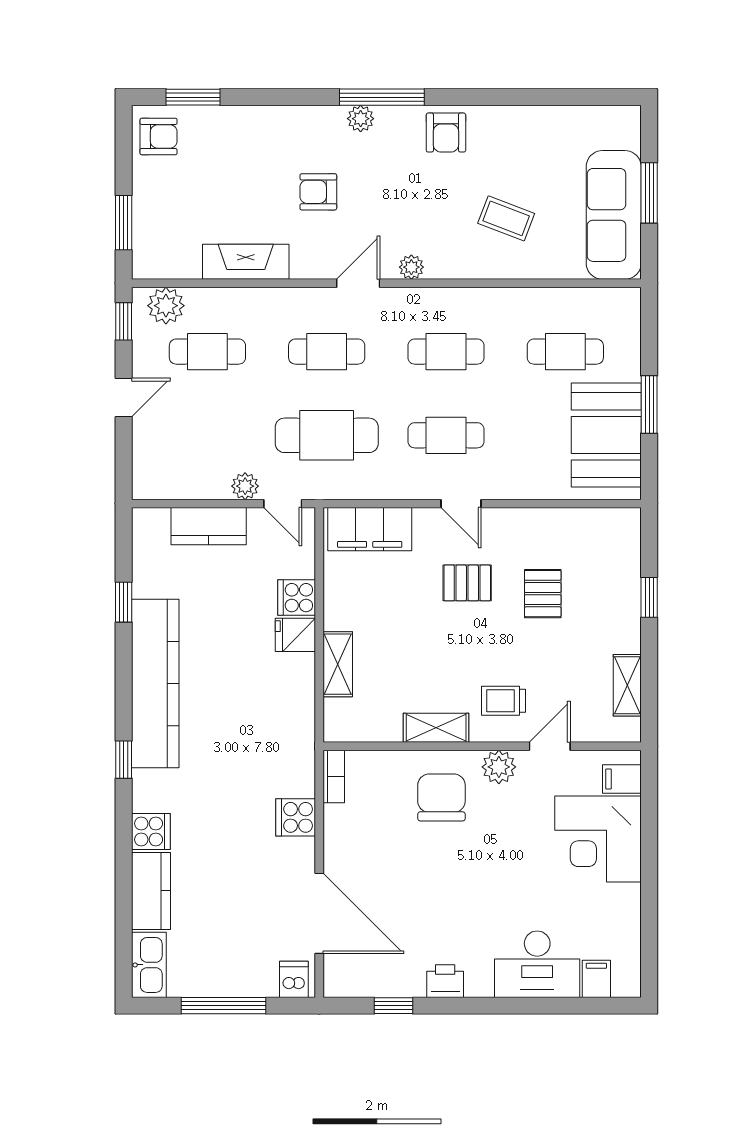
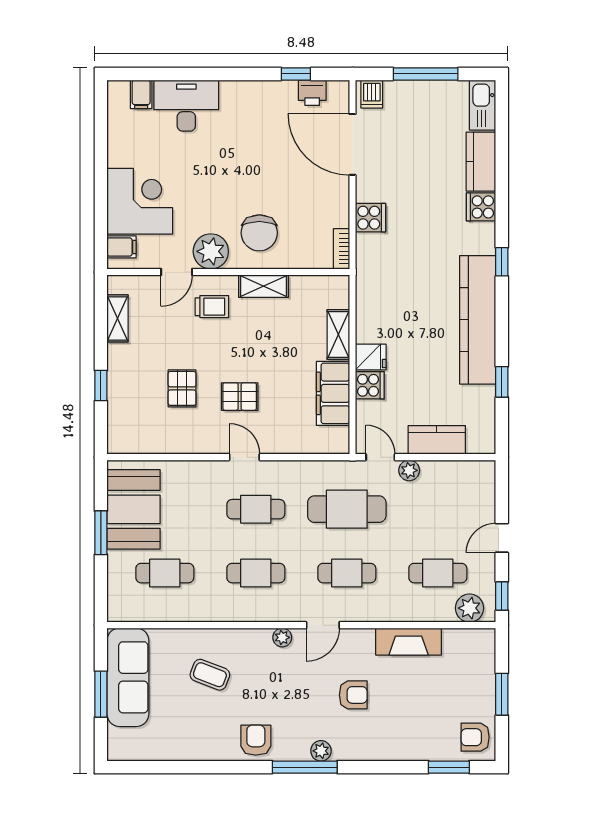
window: (124, 223) -> (502, 694), moved
filing cabinet: (370, 529) -> (333, 393), moved, turned -90
plant: (499, 767) -> (211, 251), width x1.36, depth x1.36
printer: (445, 981) -> (312, 93), moved

